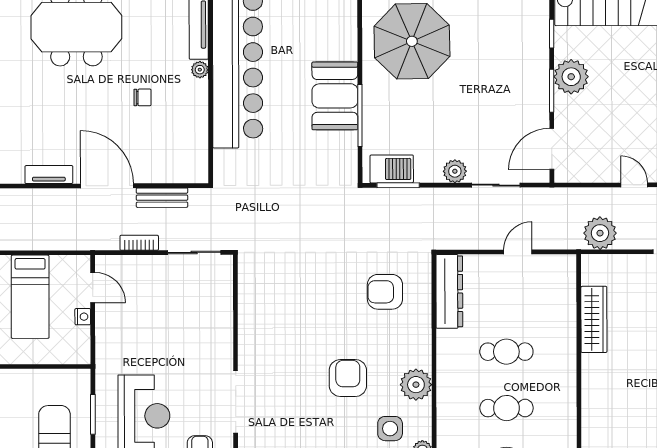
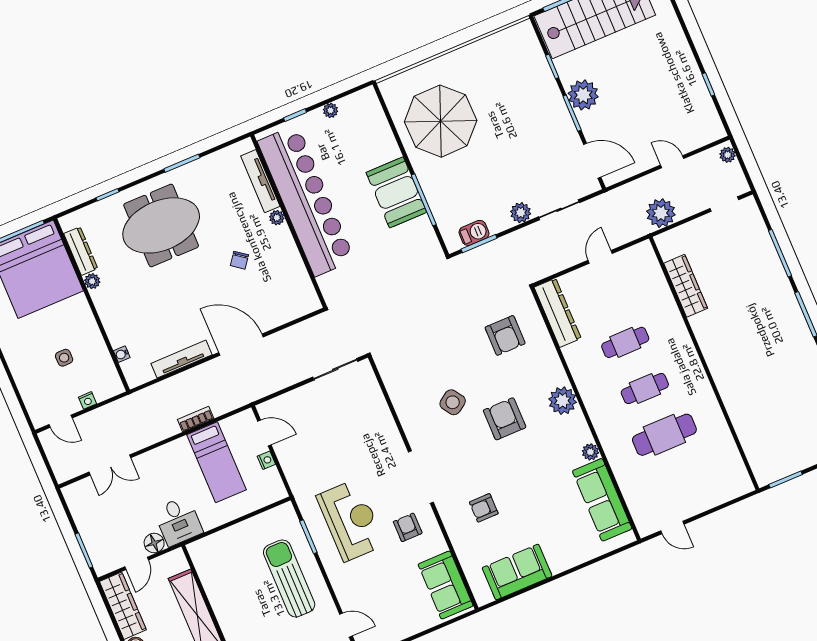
chair: (142, 97) -> (239, 260), turned 127
door: (552, 149) -> (592, 161), swing flipped
barbecue: (392, 169) -> (474, 233), width x0.73, depth x0.79
tv unit: (49, 175) -> (182, 359), width x1.41
bench: (162, 198) -> (290, 335), removed
bookcase: (139, 243) -> (196, 419), moved
armchair: (385, 292) -> (505, 335), turned -90
side table: (390, 429) -> (453, 402), moved, turned -34

